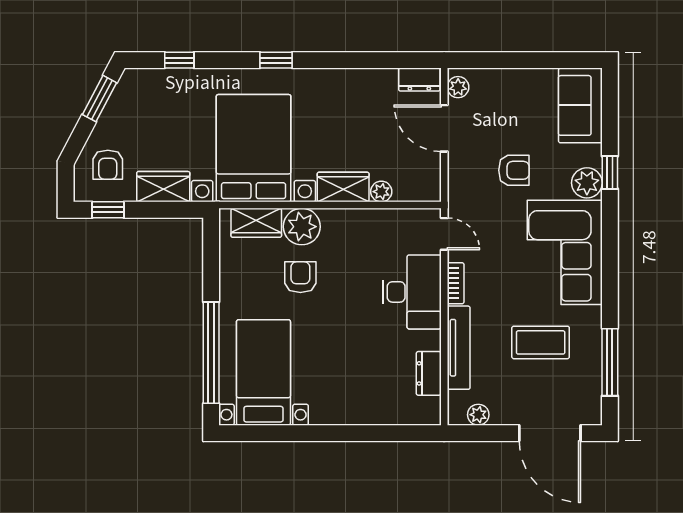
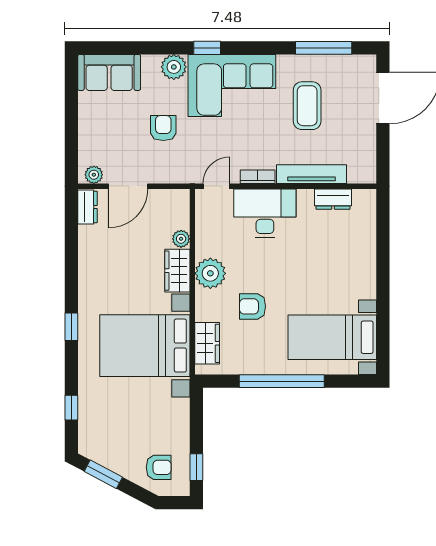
window: (610, 172) -> (207, 48), moved
wardrobe: (163, 187) -> (177, 421), removed
plant: (302, 227) -> (210, 273), moved
window: (211, 353) -> (282, 381), moved
plant: (478, 415) -> (368, 158), removed

